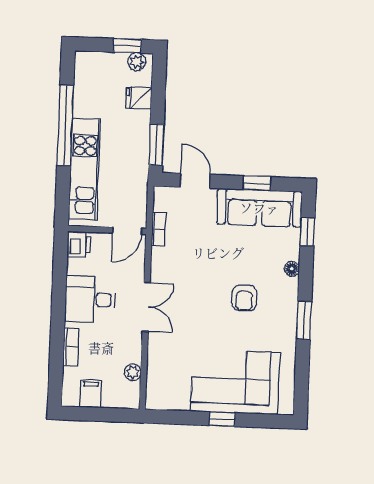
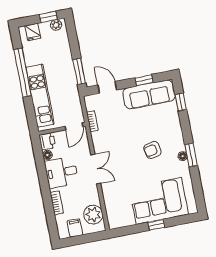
fridge: (139, 98) -> (33, 32), moved, turned -90
floor lamp: (74, 266) -> (47, 155), added
floor lamp: (292, 269) -> (183, 156), moved
armchair: (244, 298) -> (153, 150), turned 78
plant: (133, 372) -> (93, 215), width x1.87, depth x1.87

